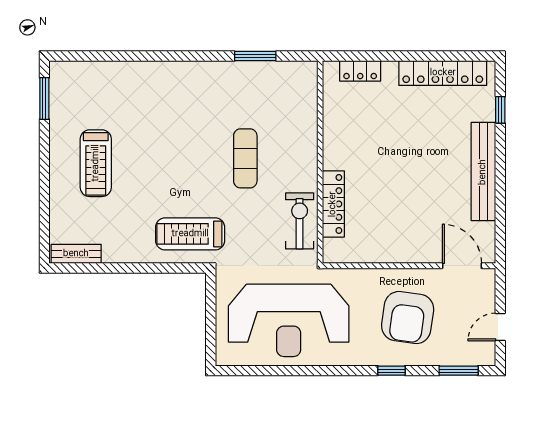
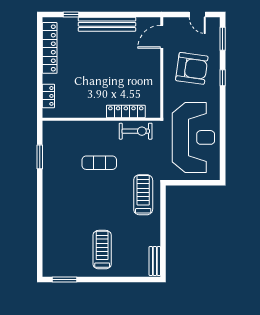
treadmill: (96, 163) -> (102, 250), turned -90
exercise bike: (300, 221) -> (136, 131), turned 180
treadmill: (190, 234) -> (143, 195), turned 180

